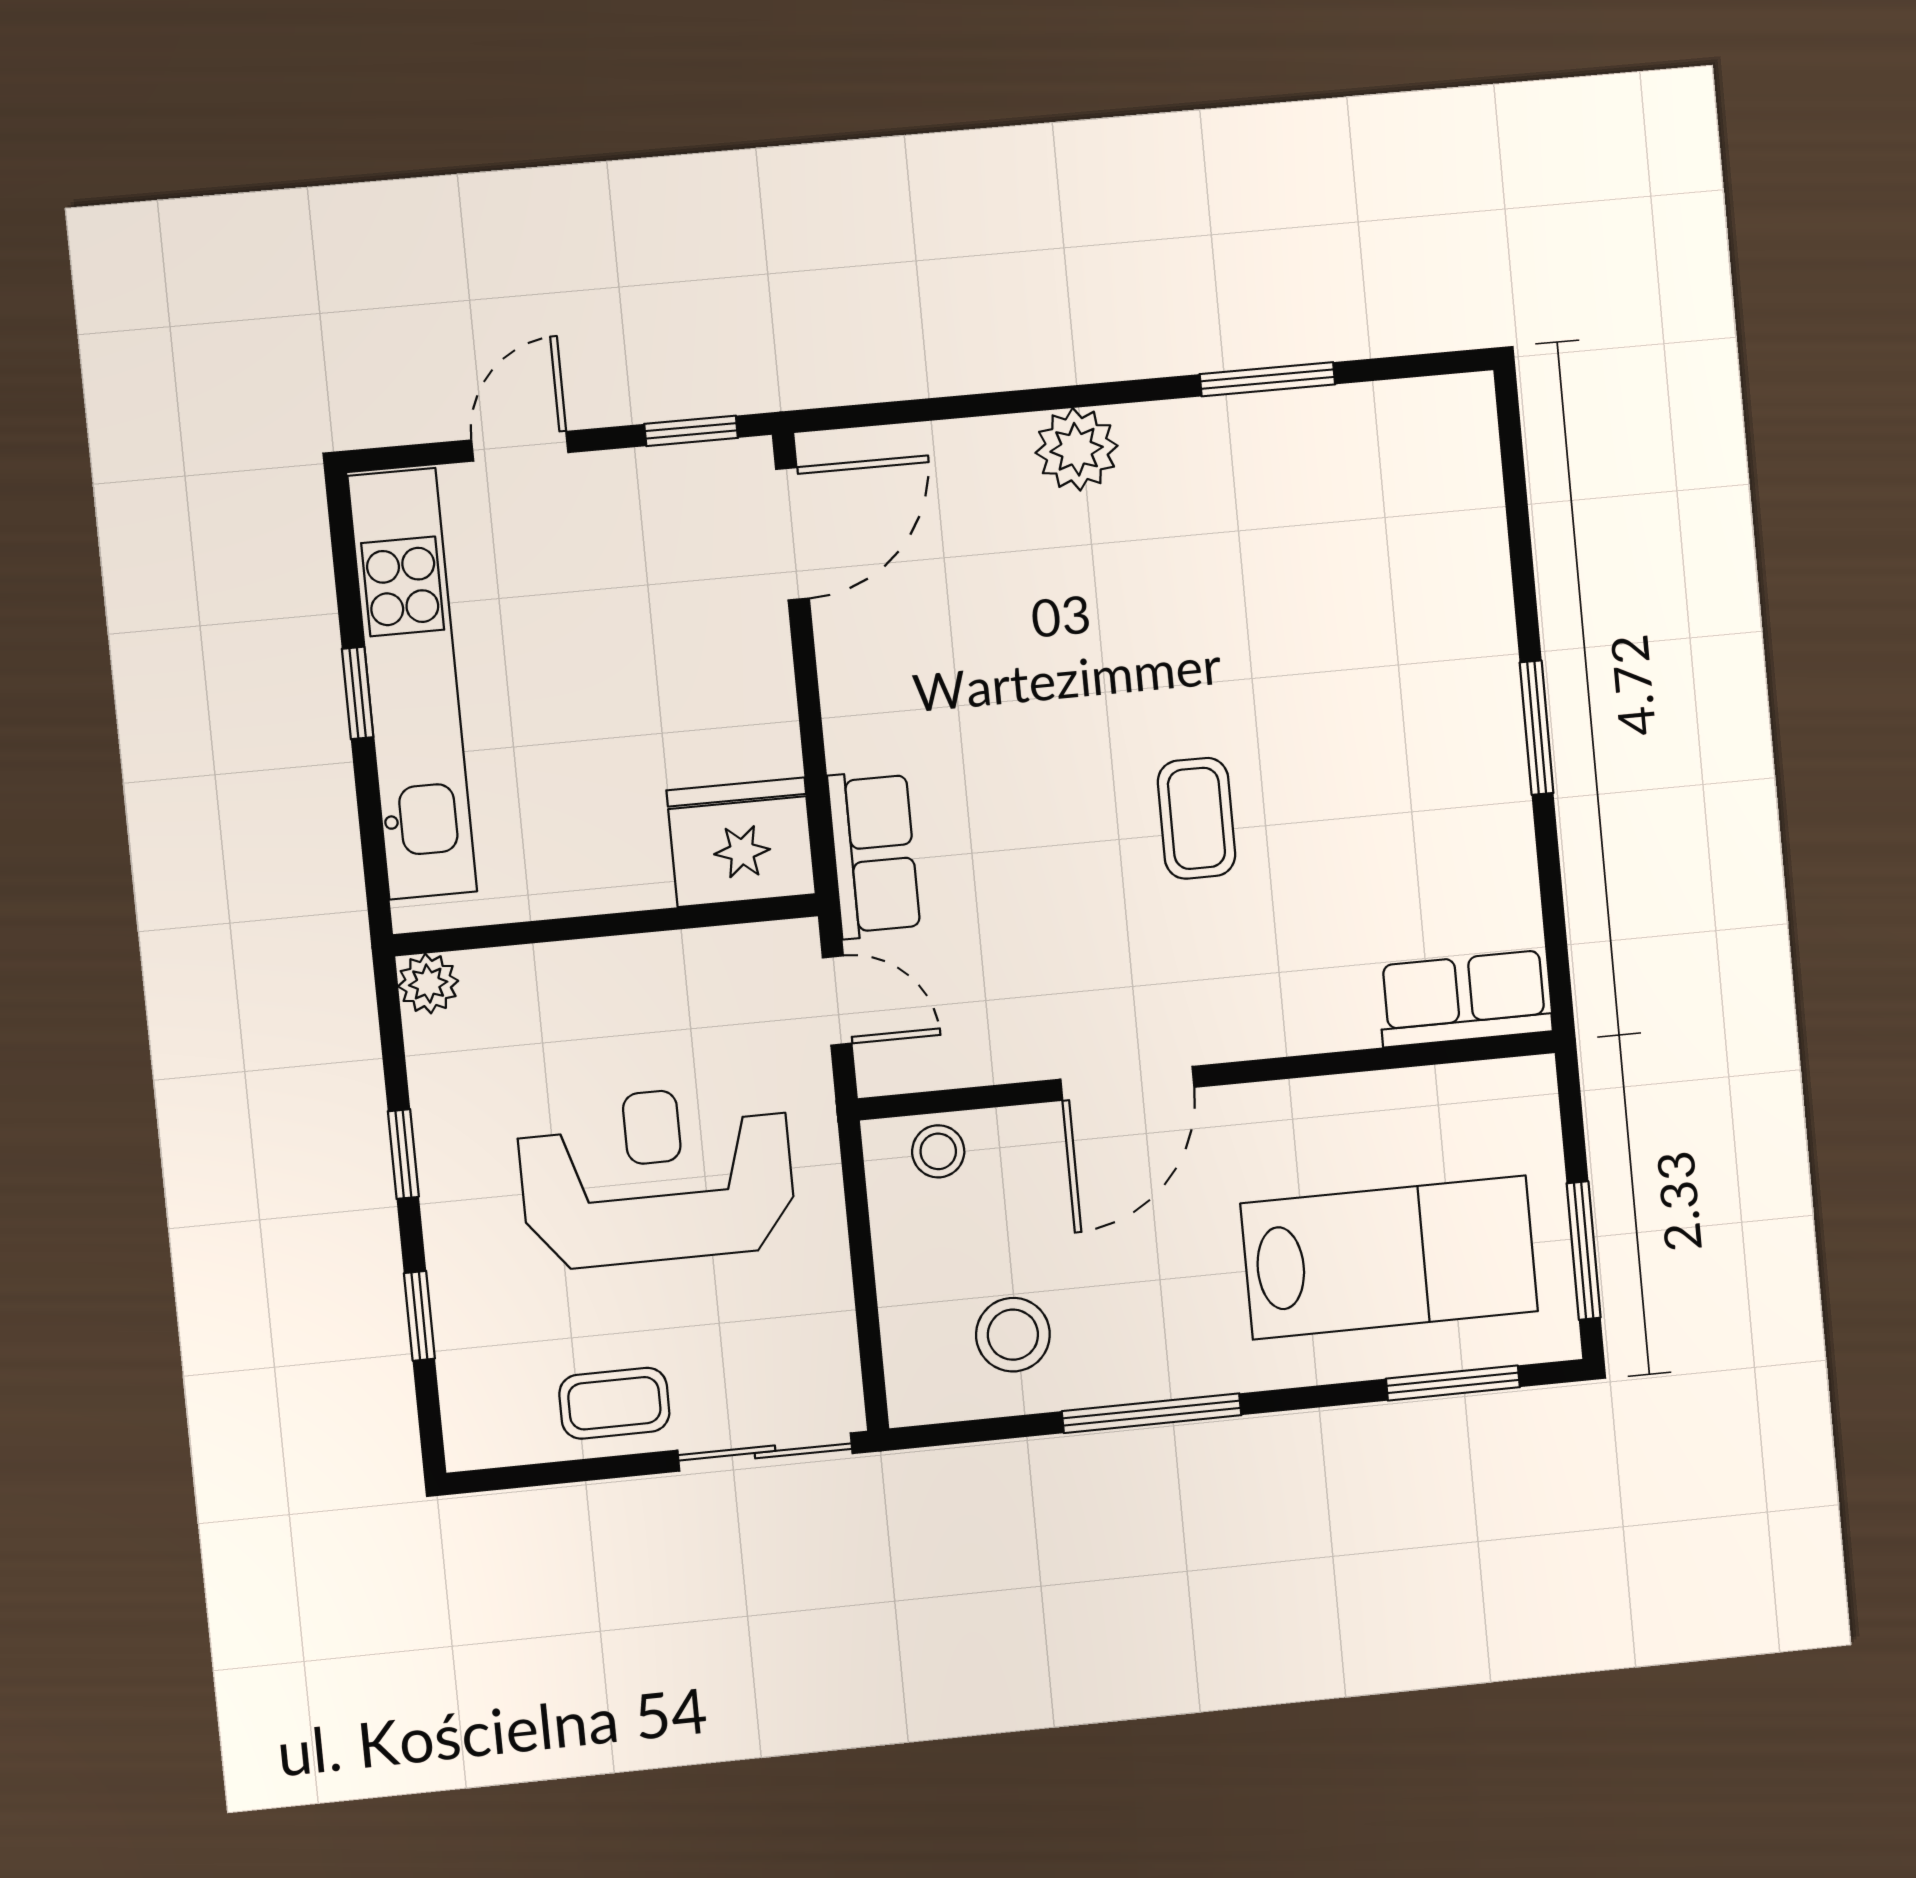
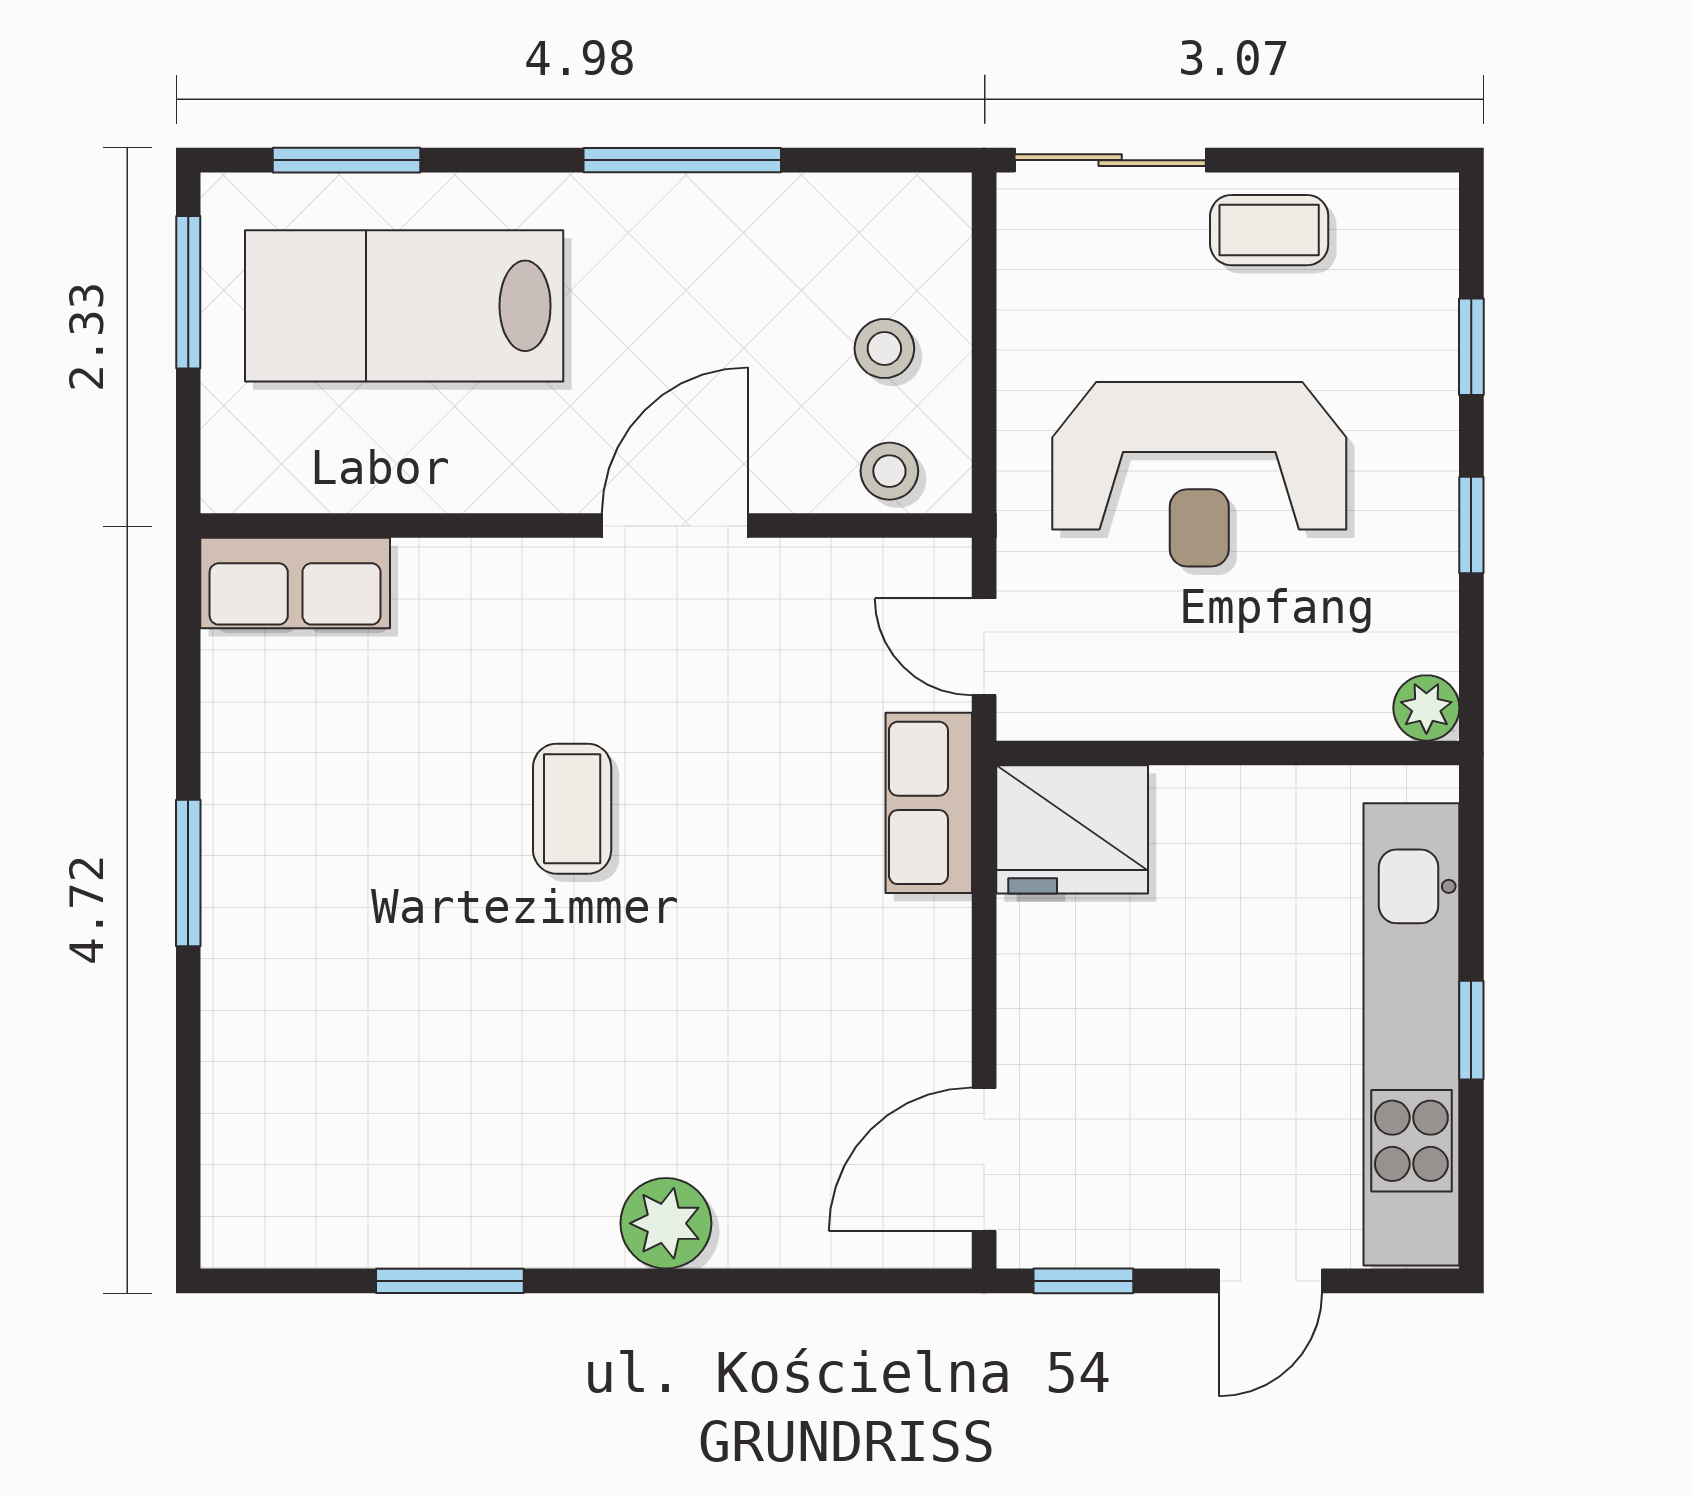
stool: (1013, 1335) -> (884, 349), moved, width x0.73, depth x0.73

